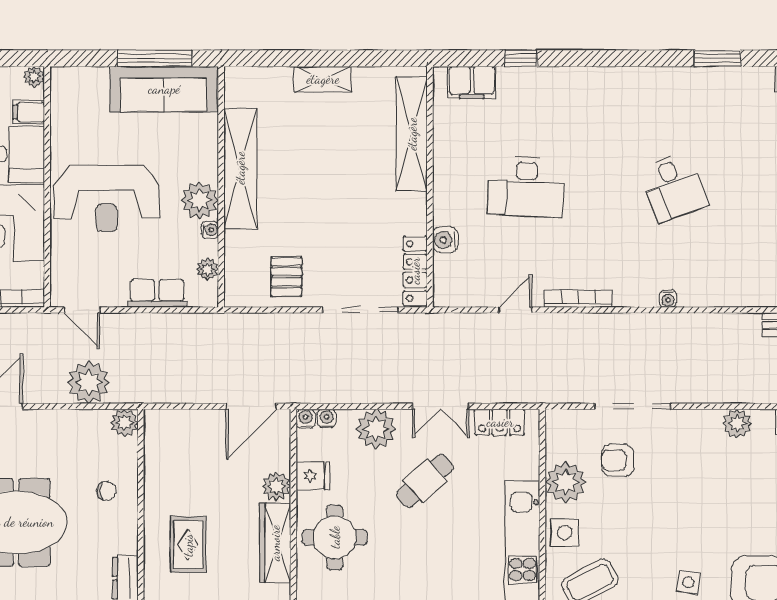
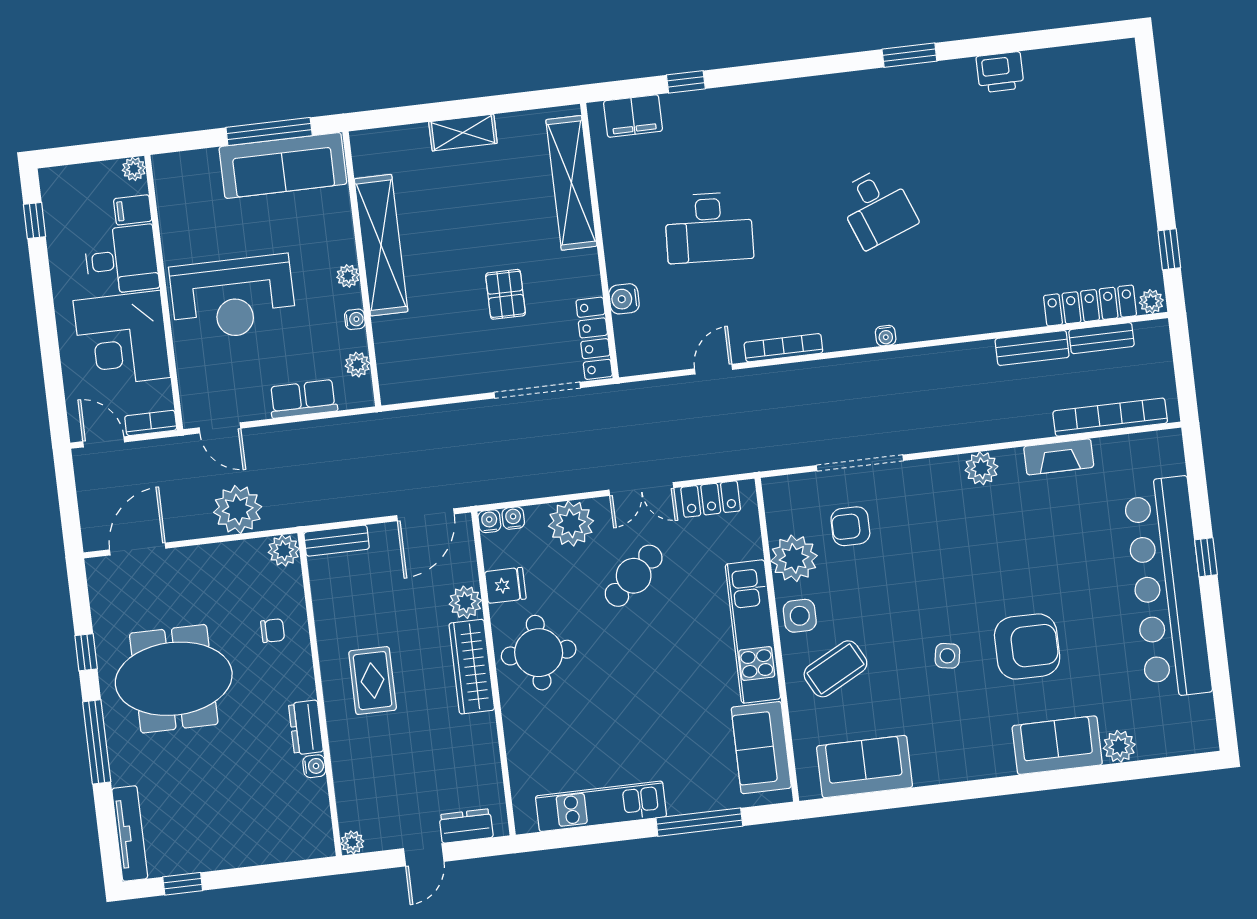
plant: (200, 200) -> (348, 276), width x0.53, depth x0.53
pallet: (286, 277) -> (506, 294), moved
bench: (171, 420) -> (337, 541), added

